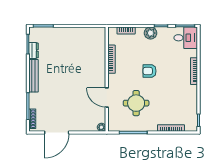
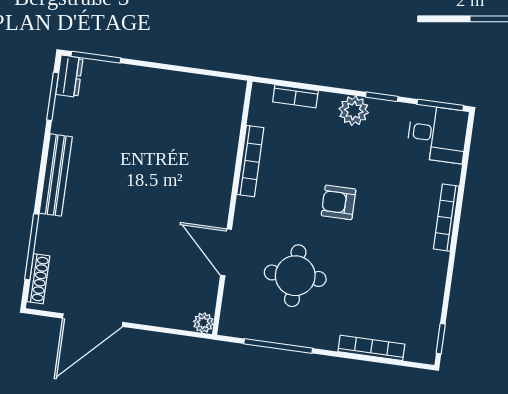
dresser: (34, 50) -> (69, 76), moved

